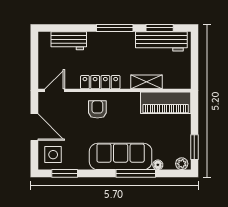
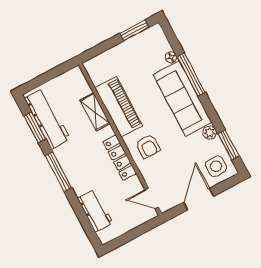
piano: (166, 103) -> (119, 107), moved
armchair: (97, 109) -> (148, 146), turned -90
plant: (182, 164) -> (210, 133), moved

